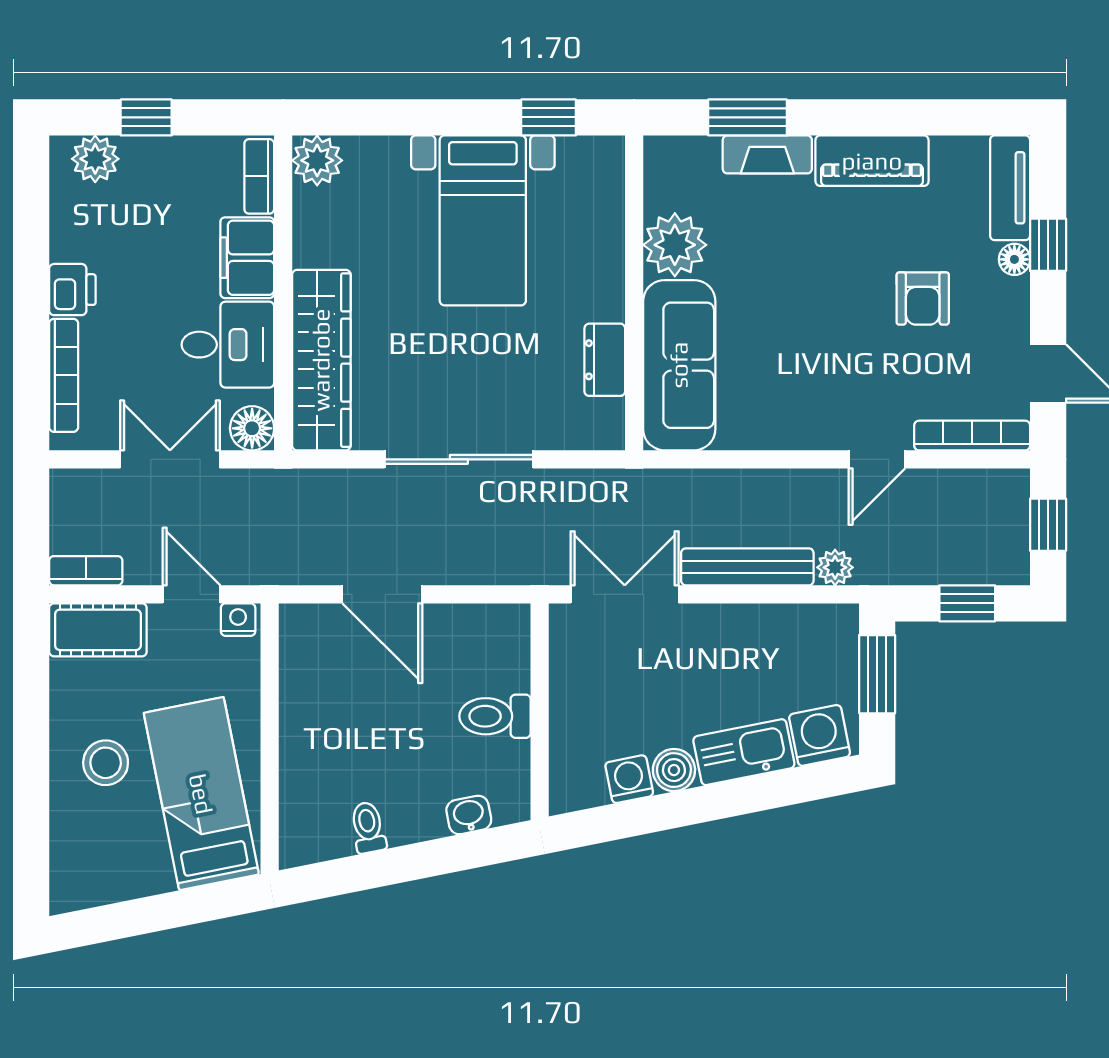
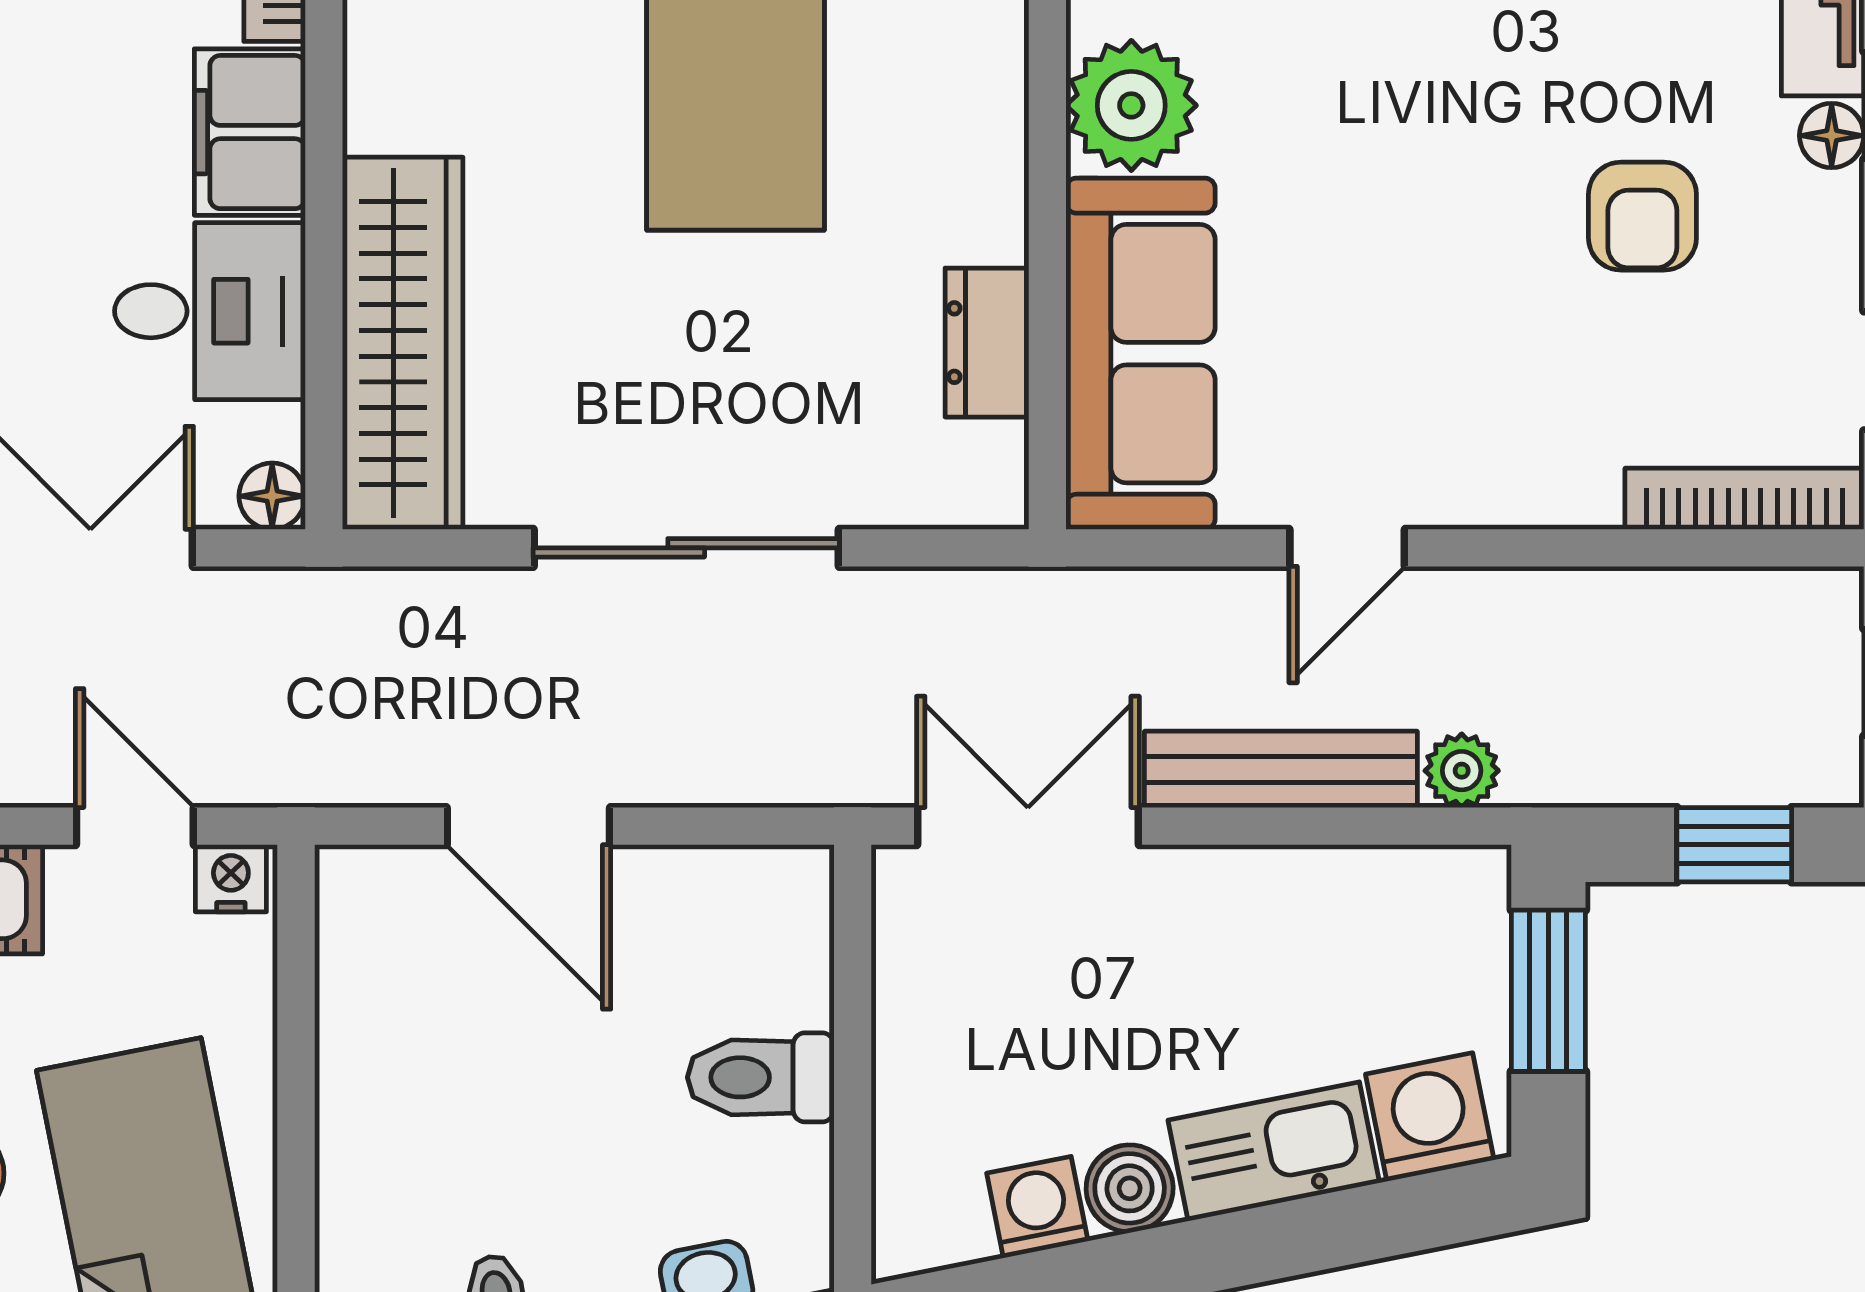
floor lamp: (252, 428) -> (272, 496), width x0.73, depth x0.73
door: (877, 459) -> (1347, 548), moved

